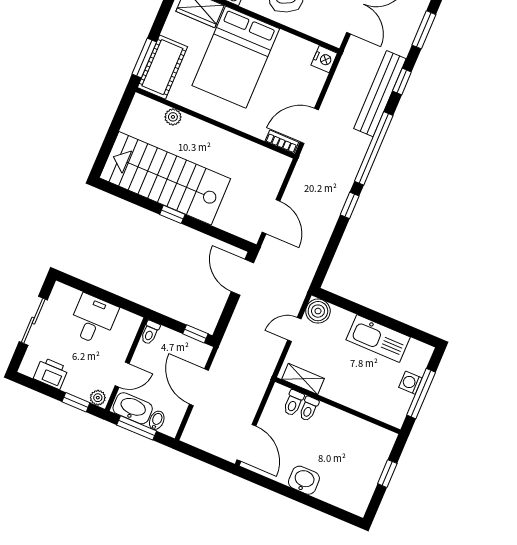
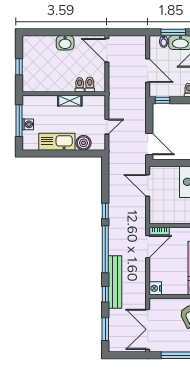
boiler: (318, 311) -> (83, 143), moved
shelving: (303, 379) -> (70, 101), moved

